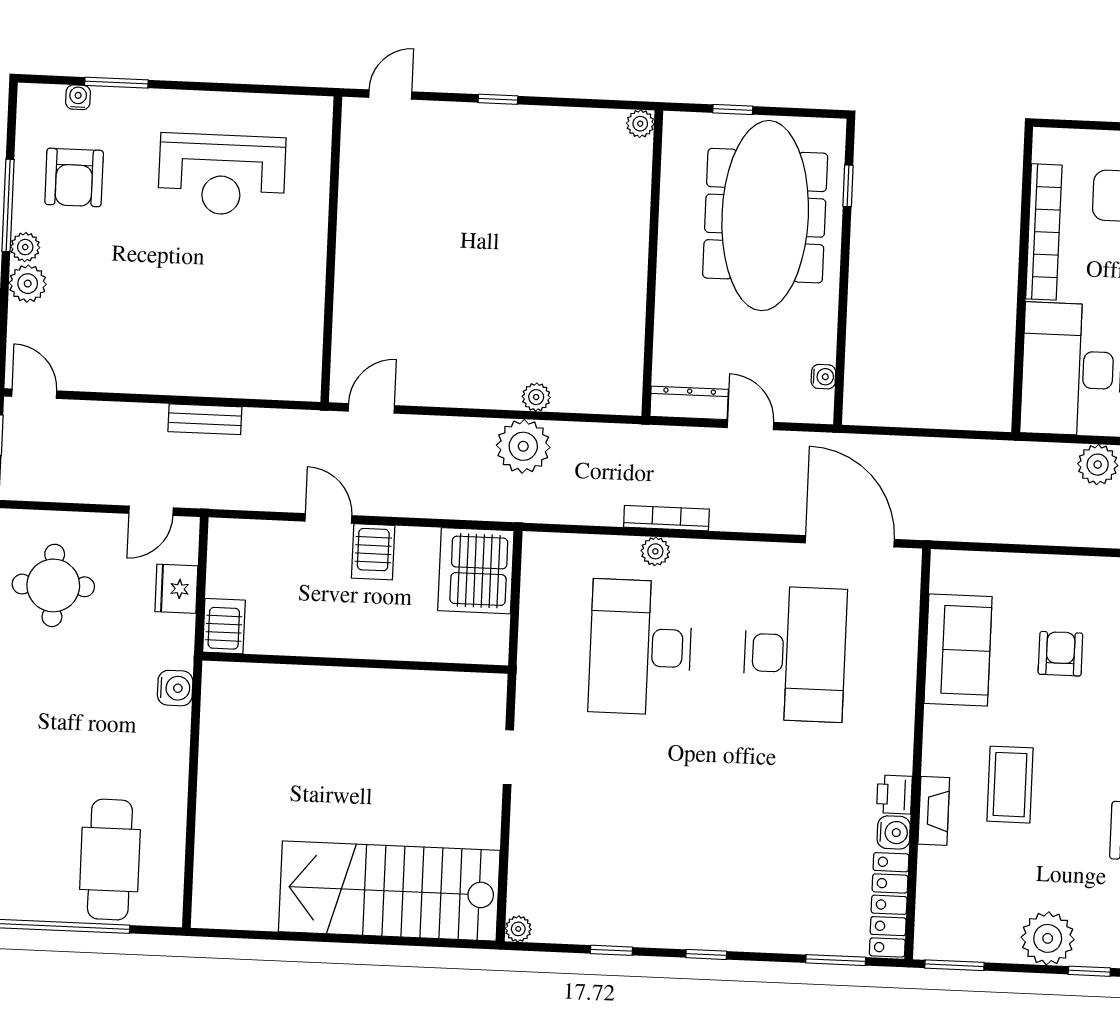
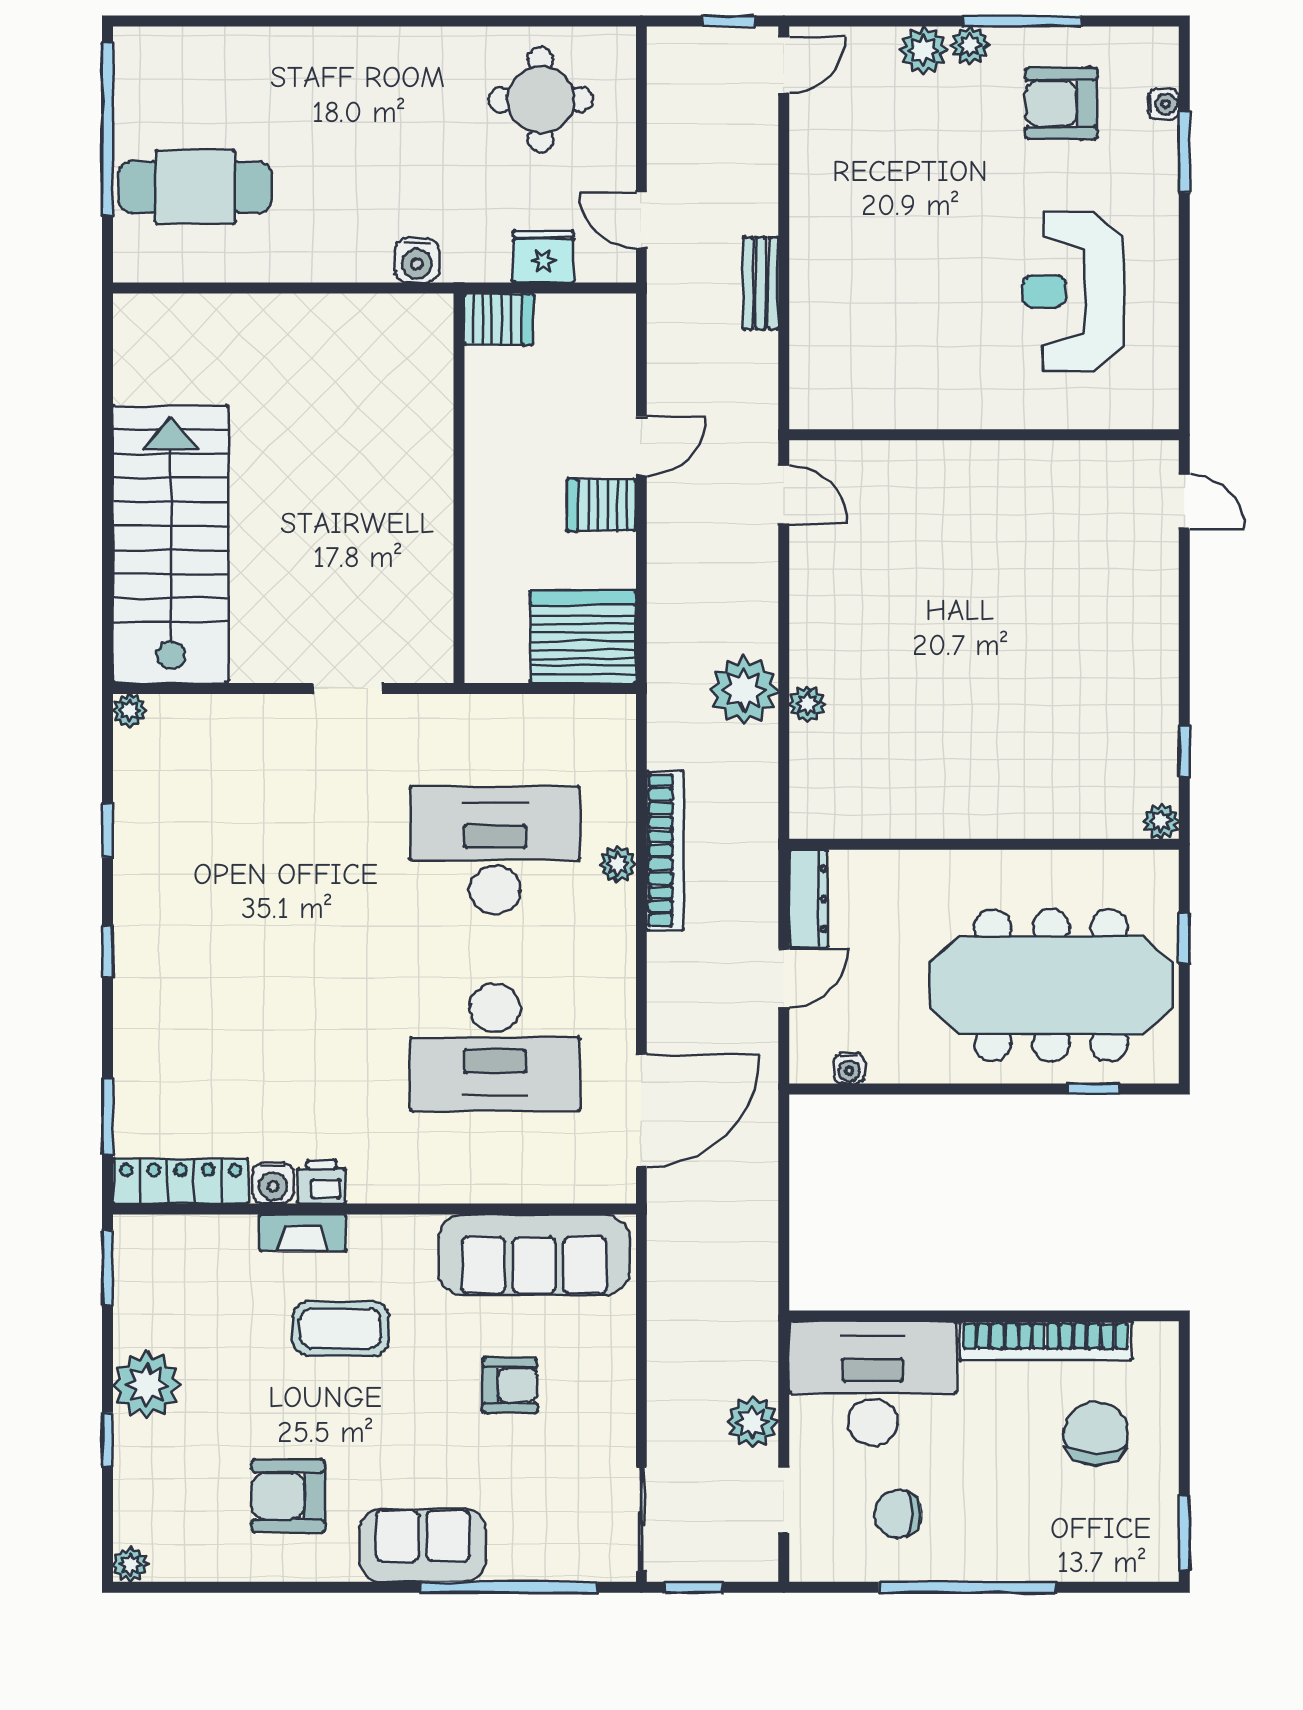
window: (498, 99) -> (1184, 751), moved
bookcase: (666, 518) -> (665, 850), width x1.48, depth x1.31
sofa: (958, 650) -> (534, 1255), width x1.36

